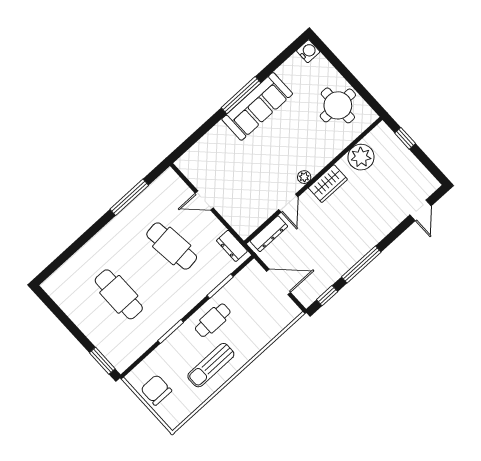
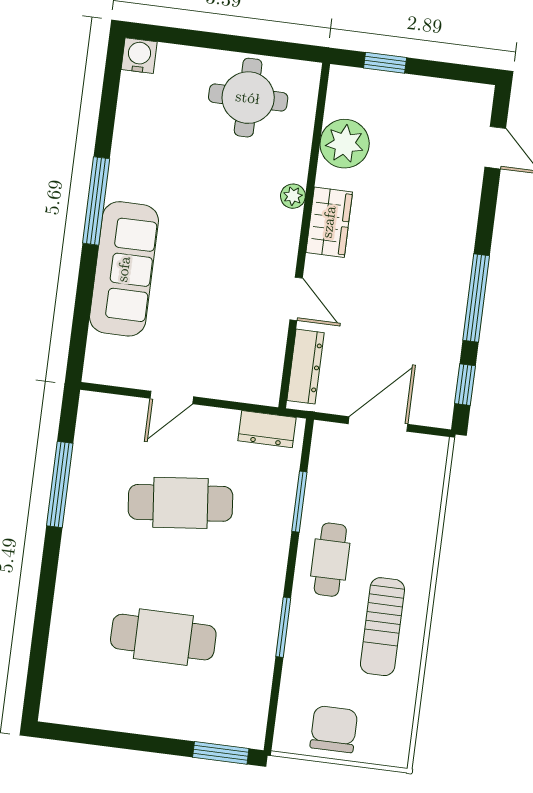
sofa: (257, 106) -> (124, 269), moved
plant: (304, 177) -> (293, 196), moved
chair: (156, 390) -> (334, 729), turned 90

